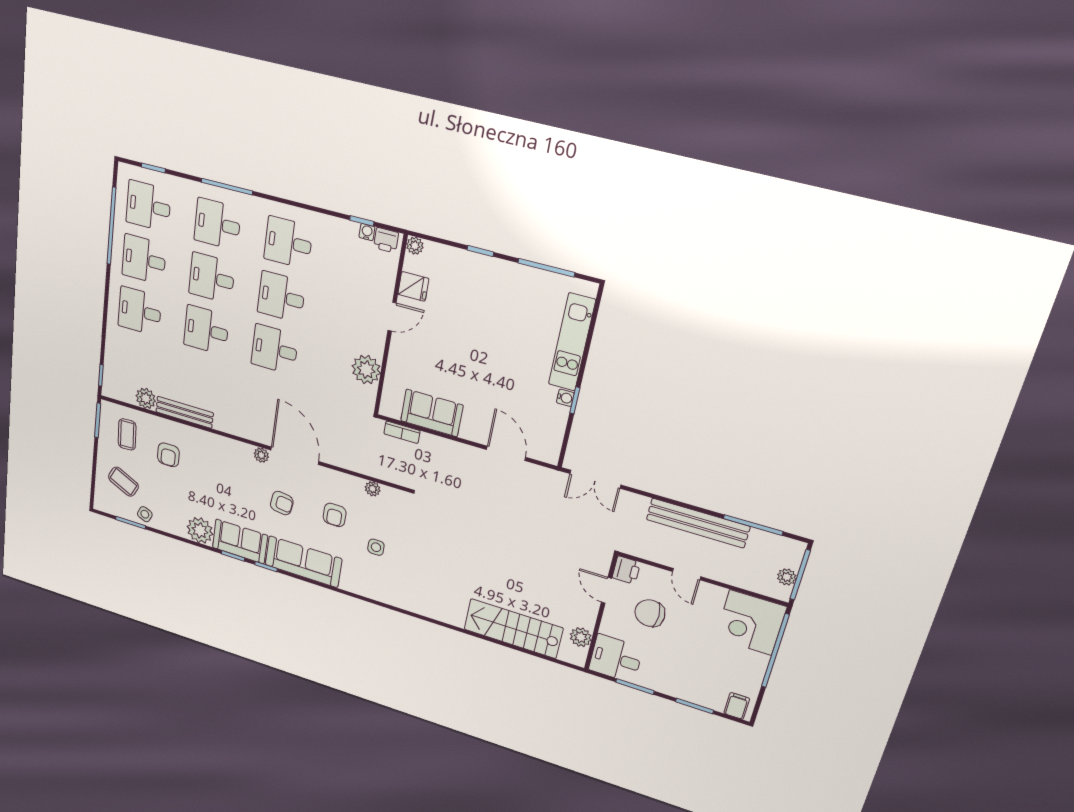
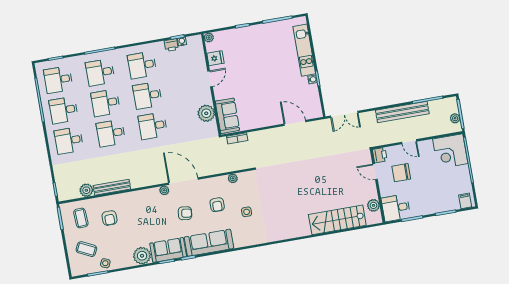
printer: (386, 240) -> (171, 45), moved
sofa: (432, 413) -> (227, 116), moved, turned 90

